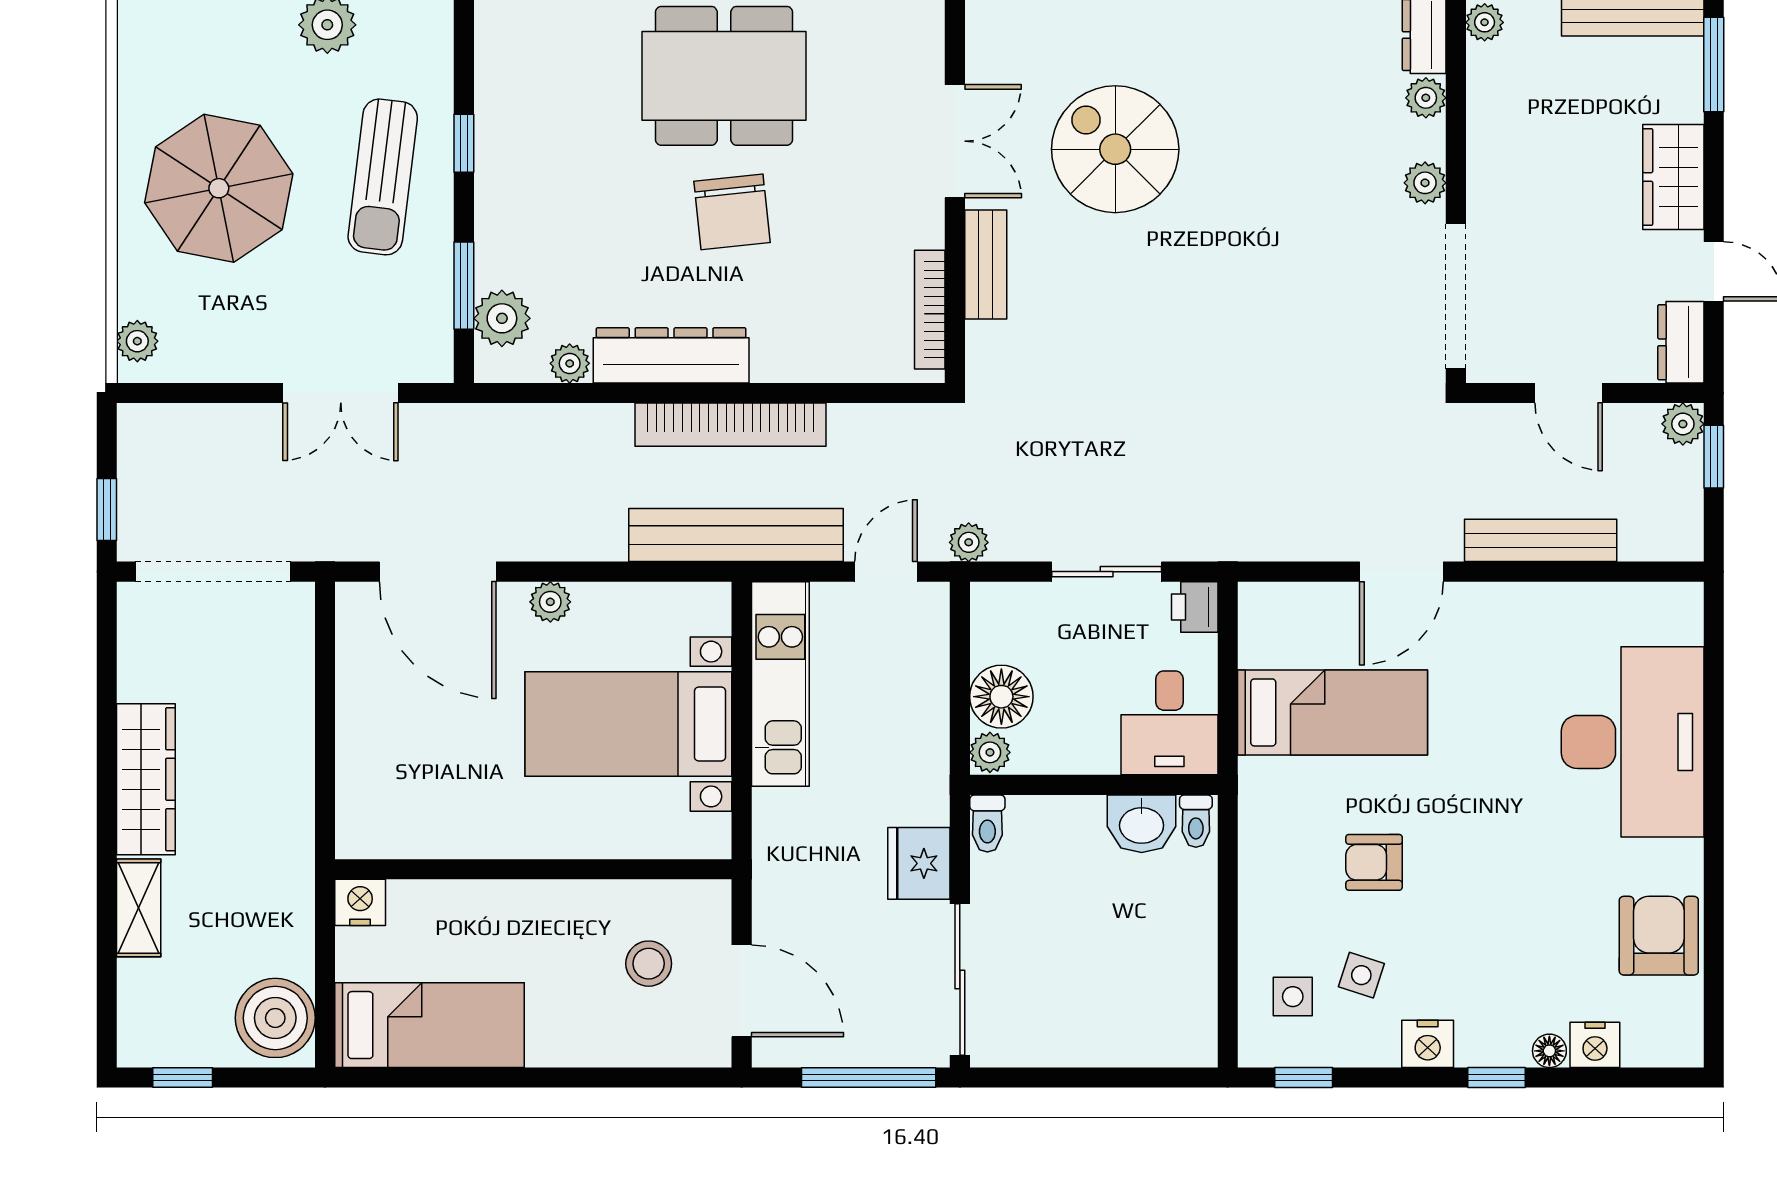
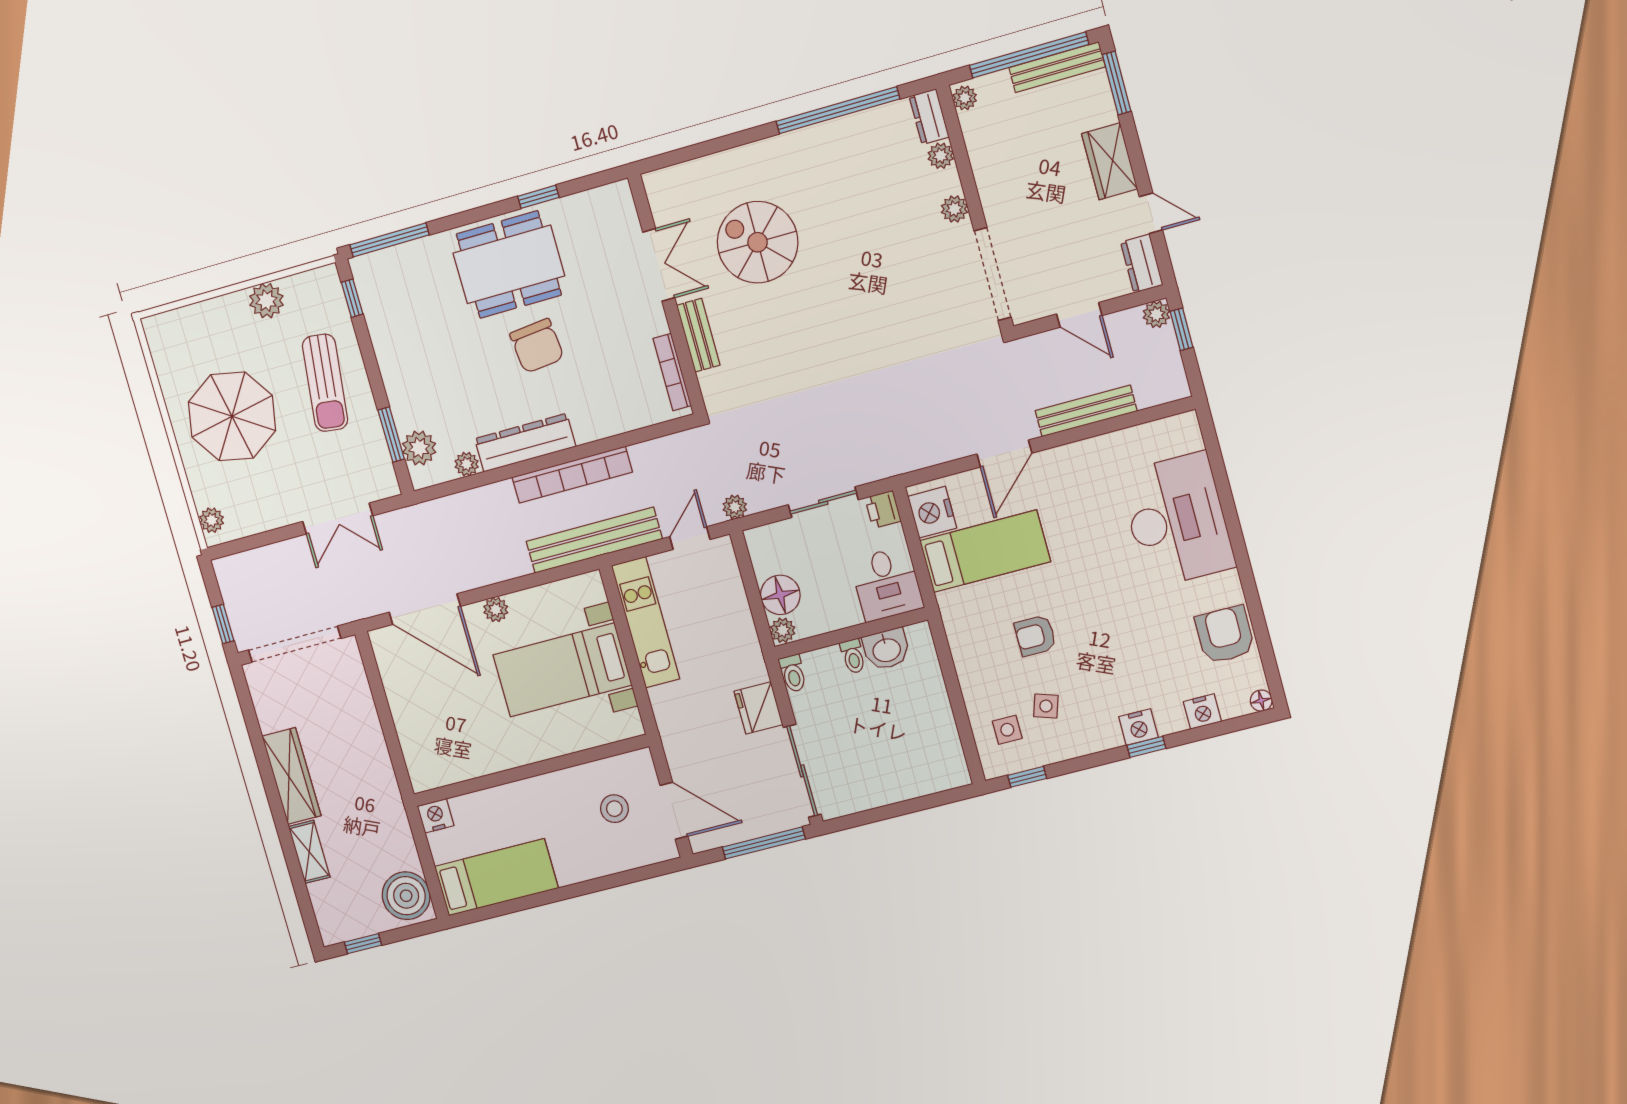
window: (464, 143) -> (352, 298), moved
nightstand: (1268, 631) -> (932, 512), added
toilet: (1196, 821) -> (853, 656), moved
nightstand: (1428, 1044) -> (1138, 727), moved
floor lamp: (1549, 1051) -> (1261, 701), moved

